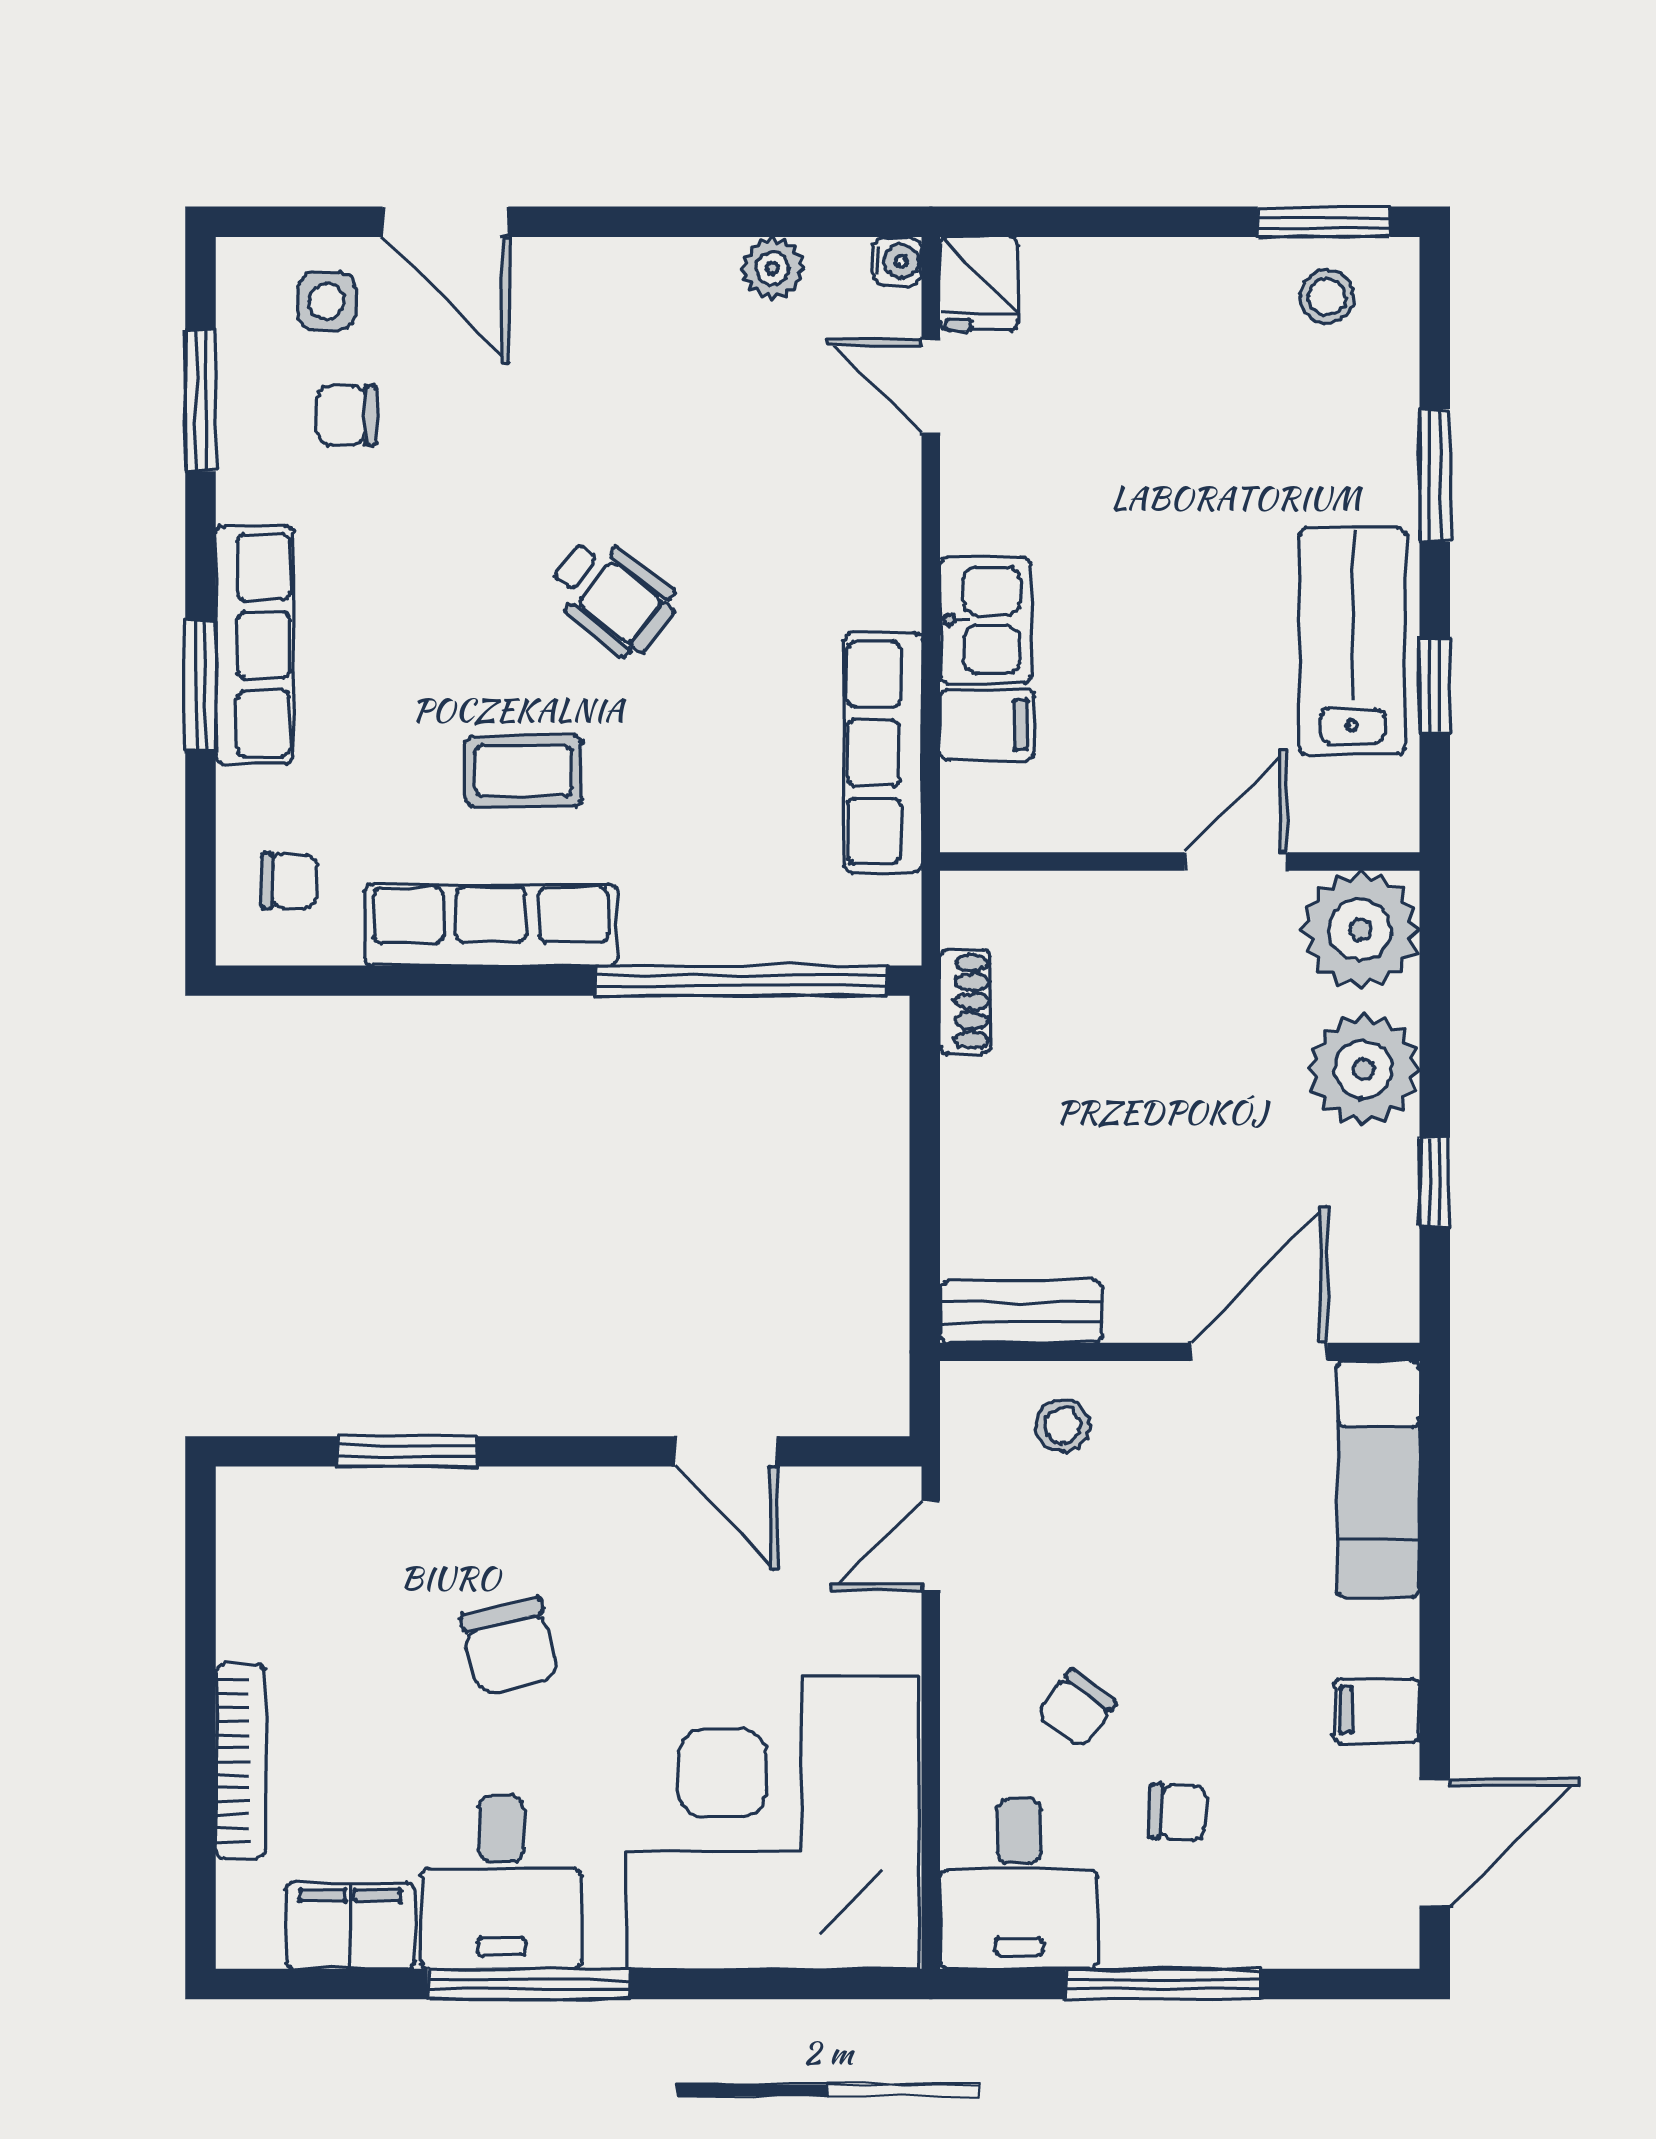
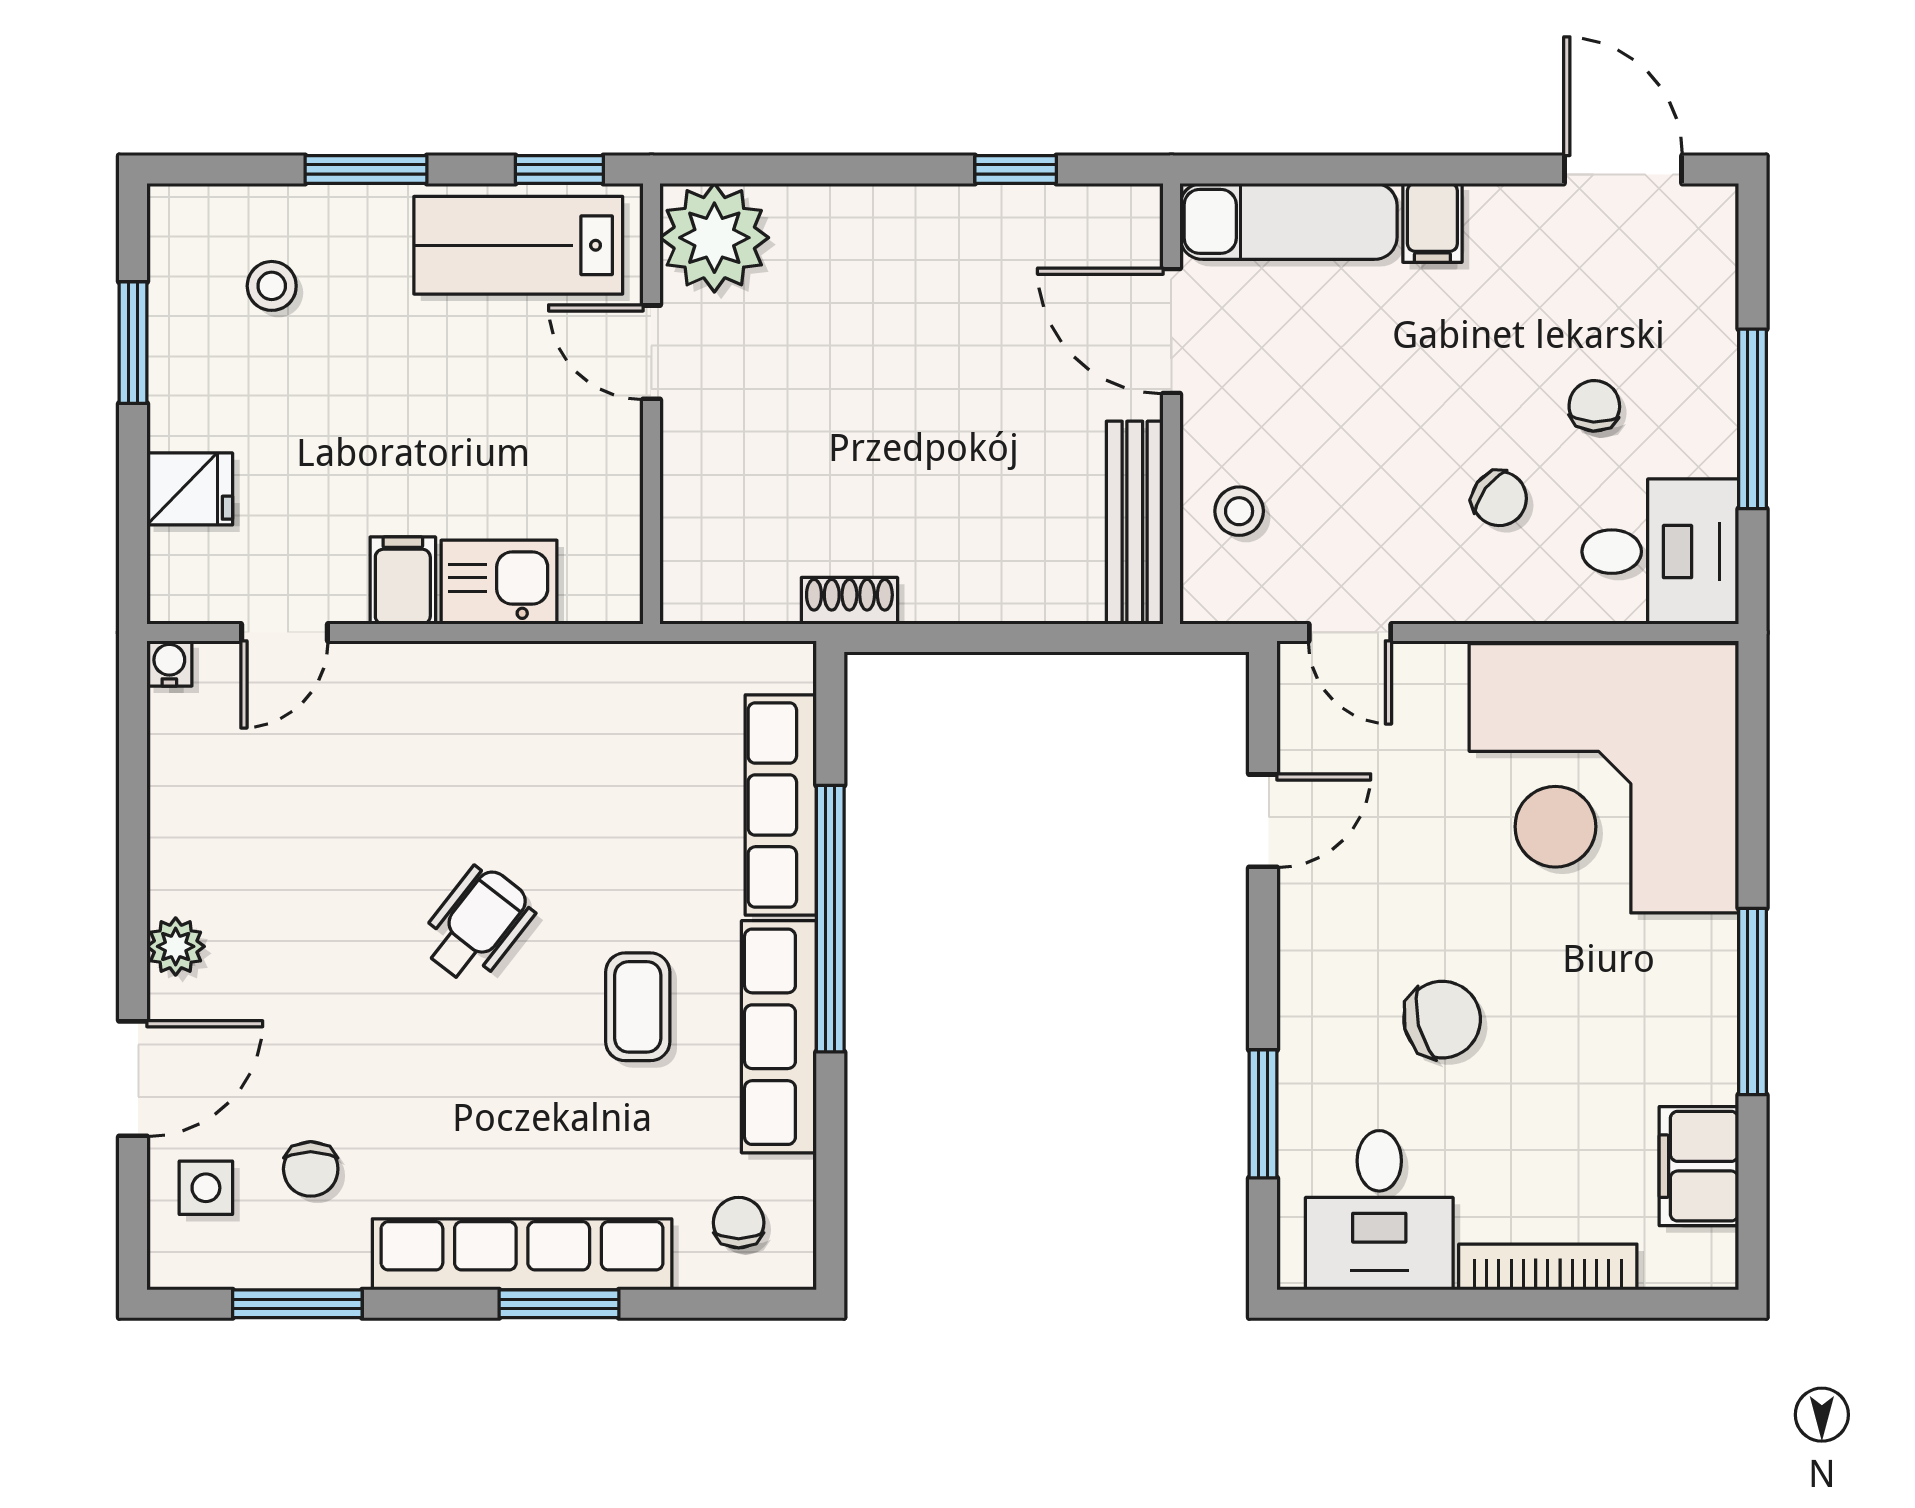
window: (1324, 222) -> (133, 343), moved
plant: (772, 268) -> (176, 946), moved
fridge: (979, 284) -> (190, 489), moved
stool: (1327, 297) -> (272, 286), moved
row of seats: (254, 645) -> (522, 1254), width x1.36
filing cabinet: (987, 725) -> (403, 581), moved
row of seats: (883, 752) -> (781, 805), moved, turned 90
wall: (1180, 861) -> (651, 404), moved
door: (1236, 861) -> (651, 352), moved
plant: (1360, 930) -> (714, 238), moved
window: (742, 981) -> (830, 919), moved
plant: (1363, 1069) -> (912, 235), removed
bench: (1021, 1312) -> (1135, 523), width x1.36
filing cabinet: (1377, 1710) -> (1432, 223), moved
desk: (501, 1882) -> (1379, 1210), moved, turned 90

